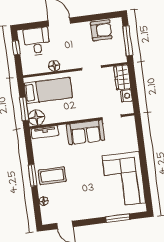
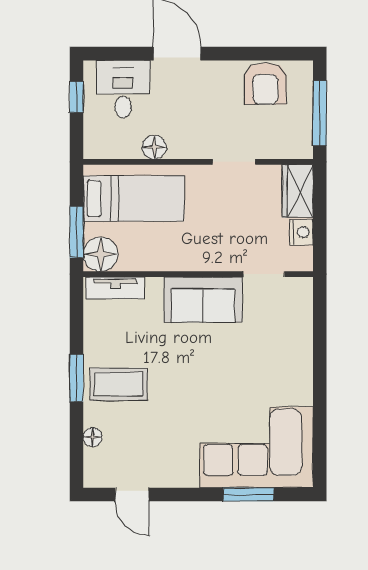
armchair: (101, 30) -> (265, 83), turned 90
corner sofa: (124, 179) -> (256, 447), moved, turned 90

